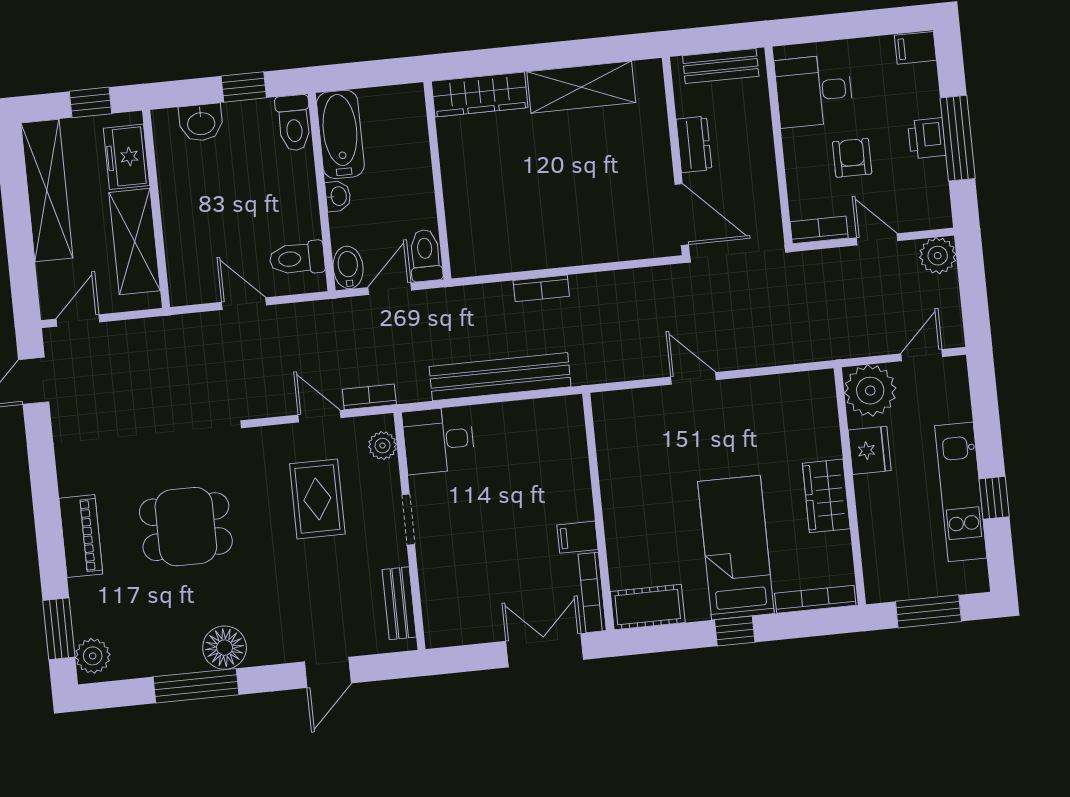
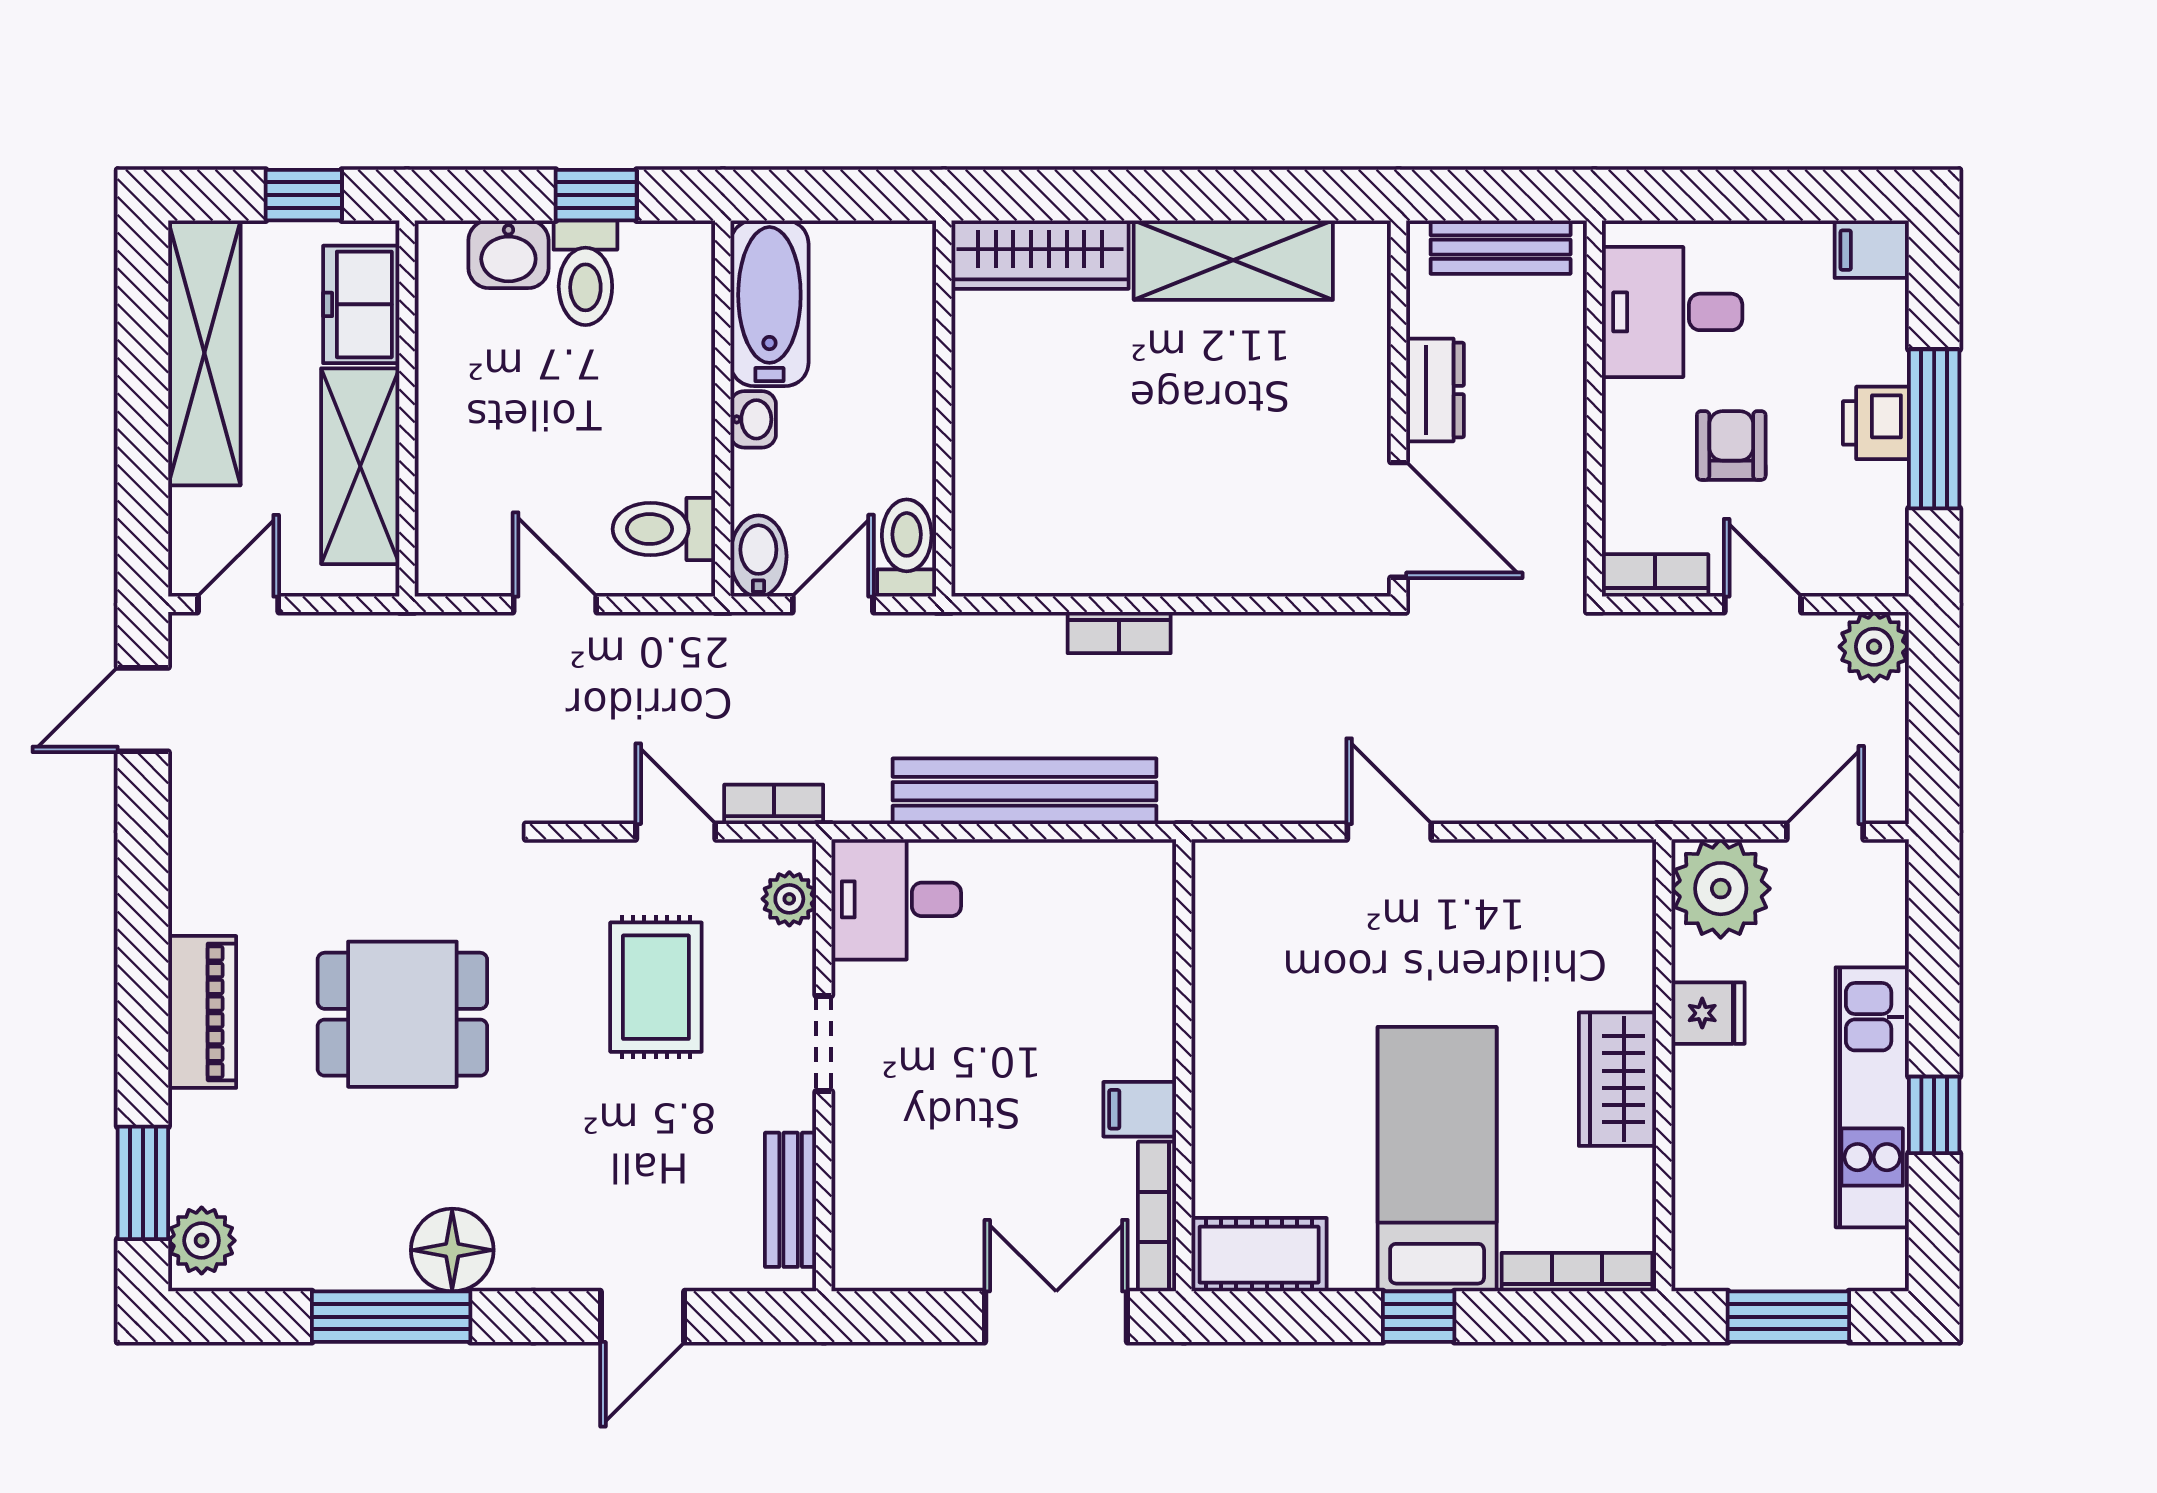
toilet: (294, 123) -> (585, 273), moved
fridge: (870, 450) -> (1708, 1013), width x0.72

